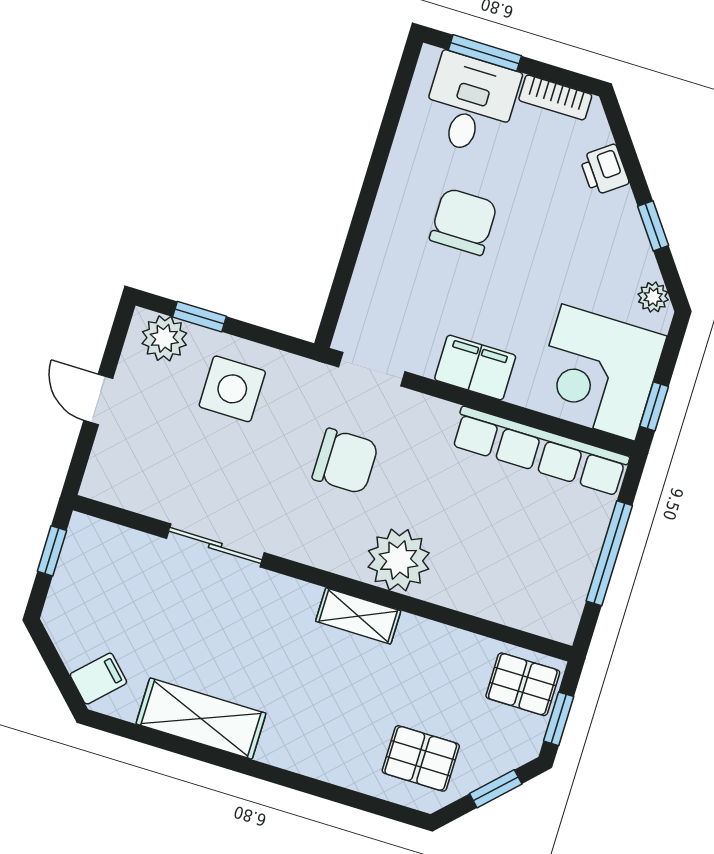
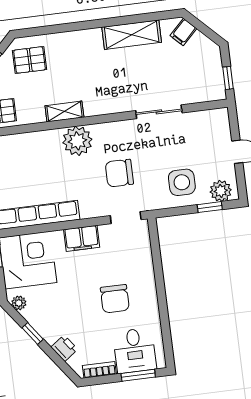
shelving: (358, 616) -> (64, 112), moved

